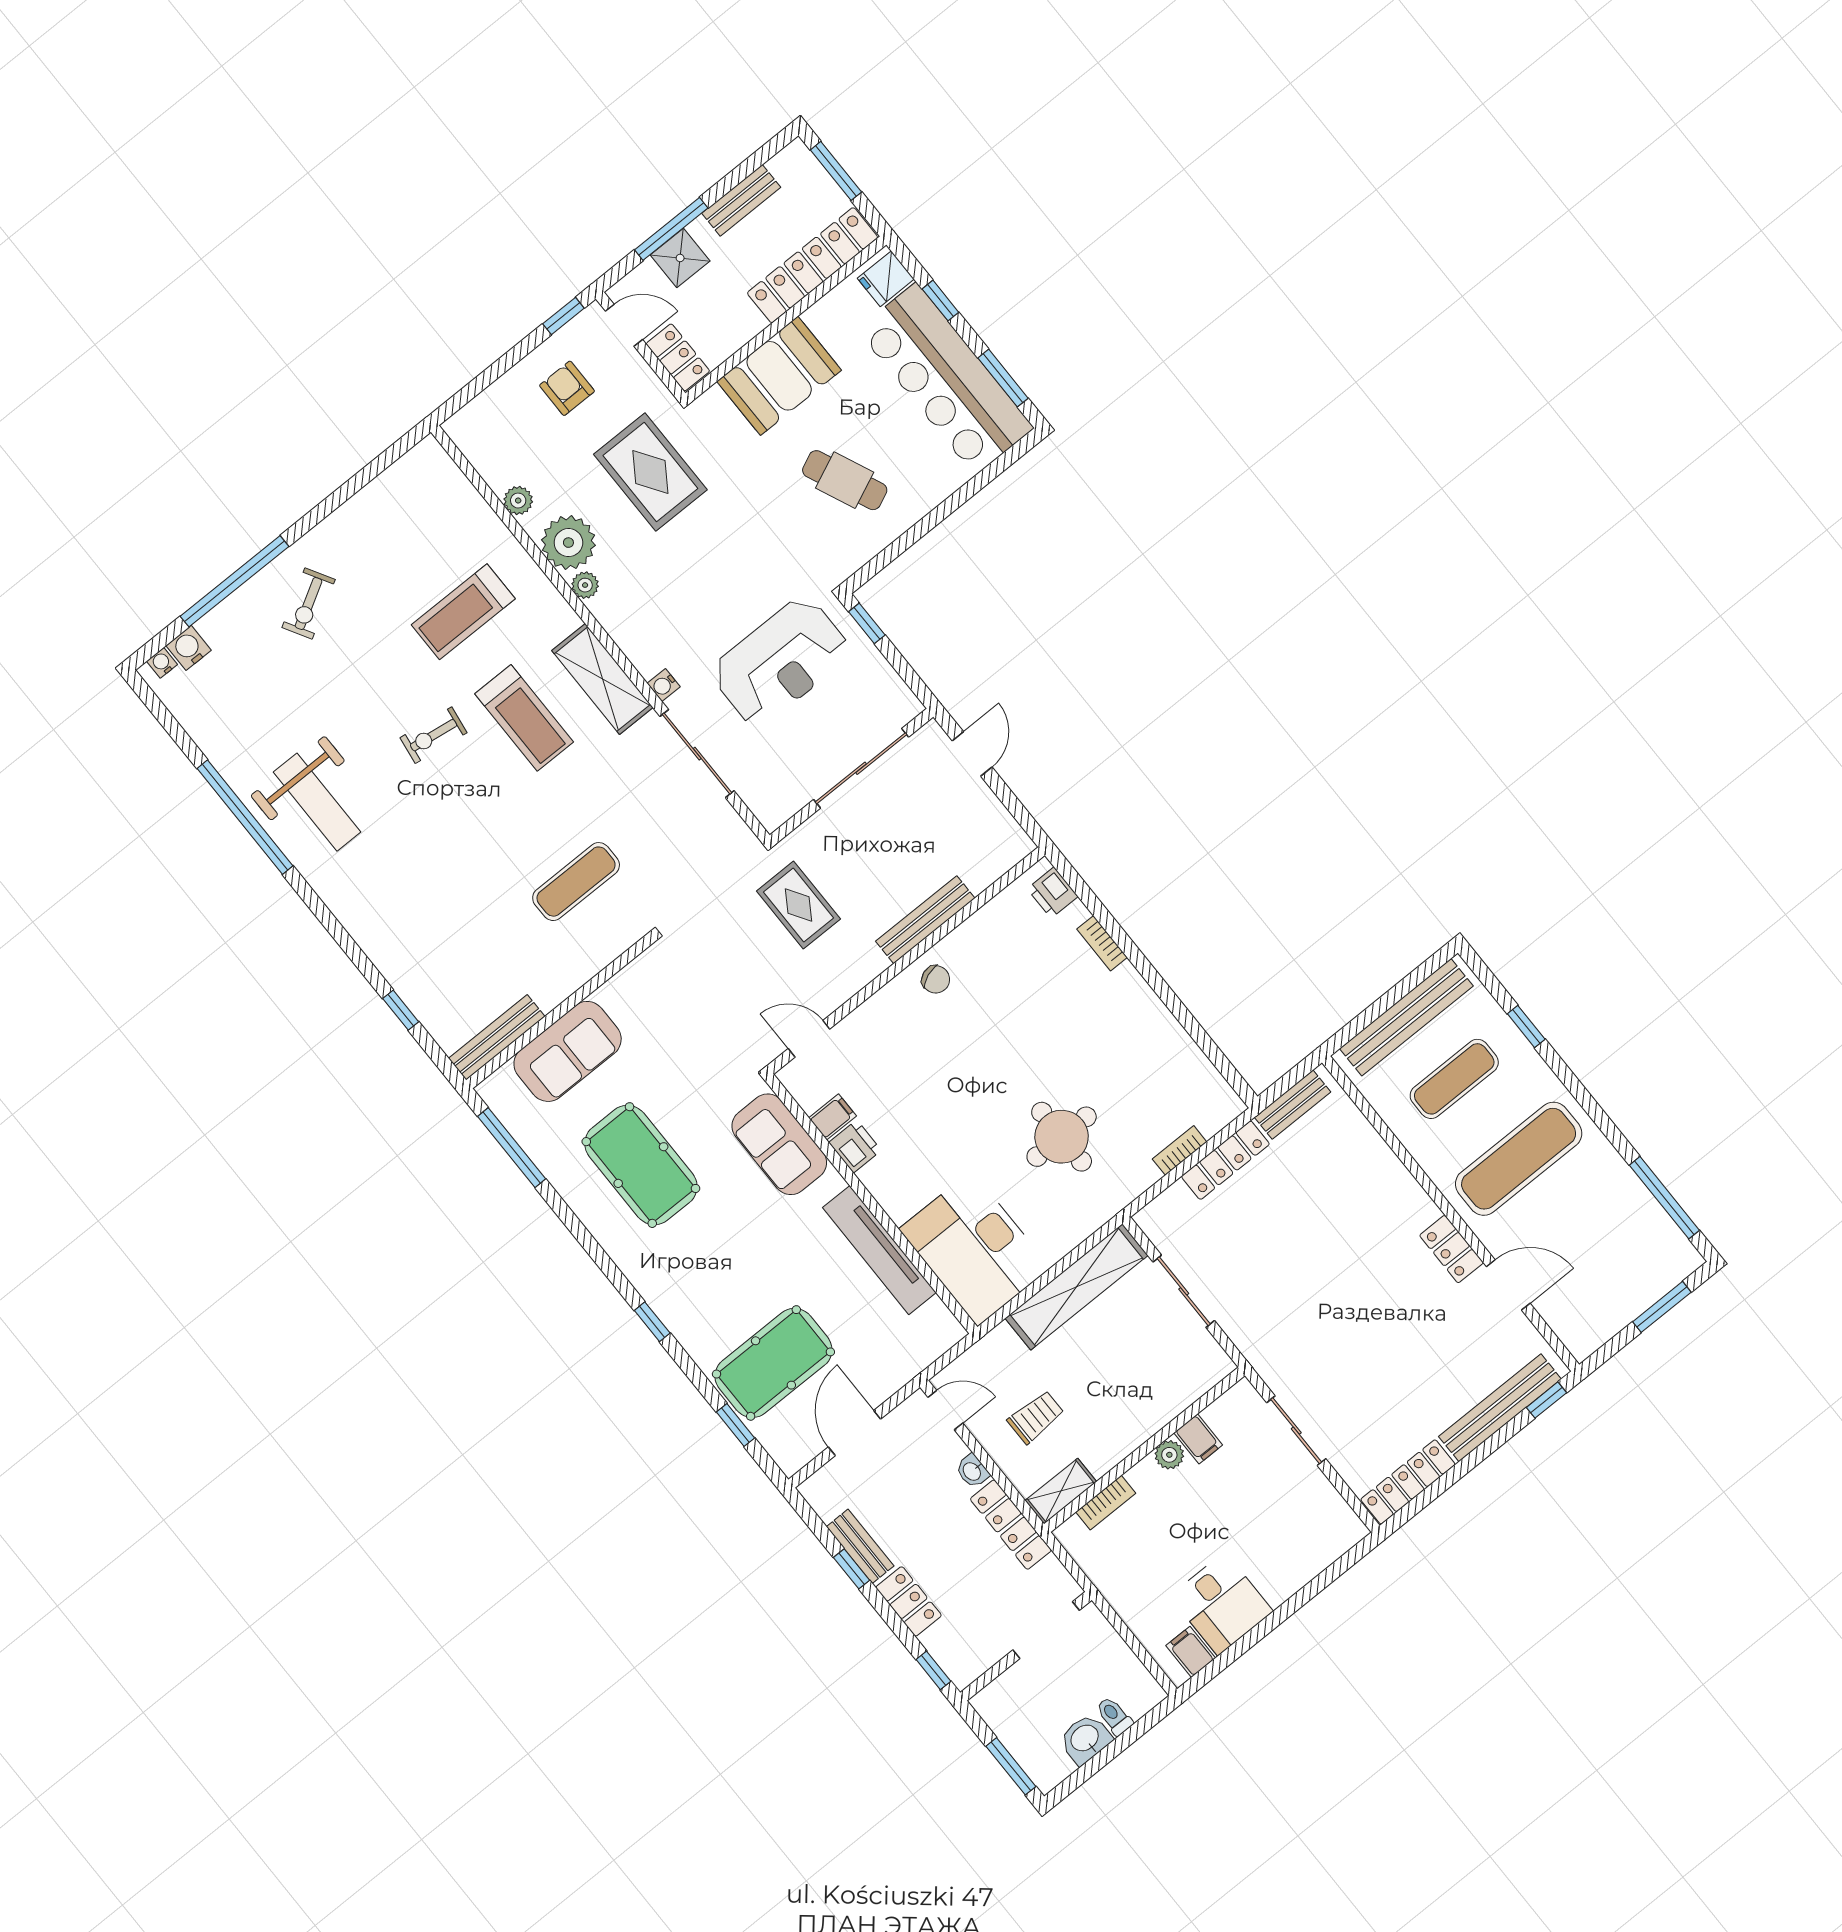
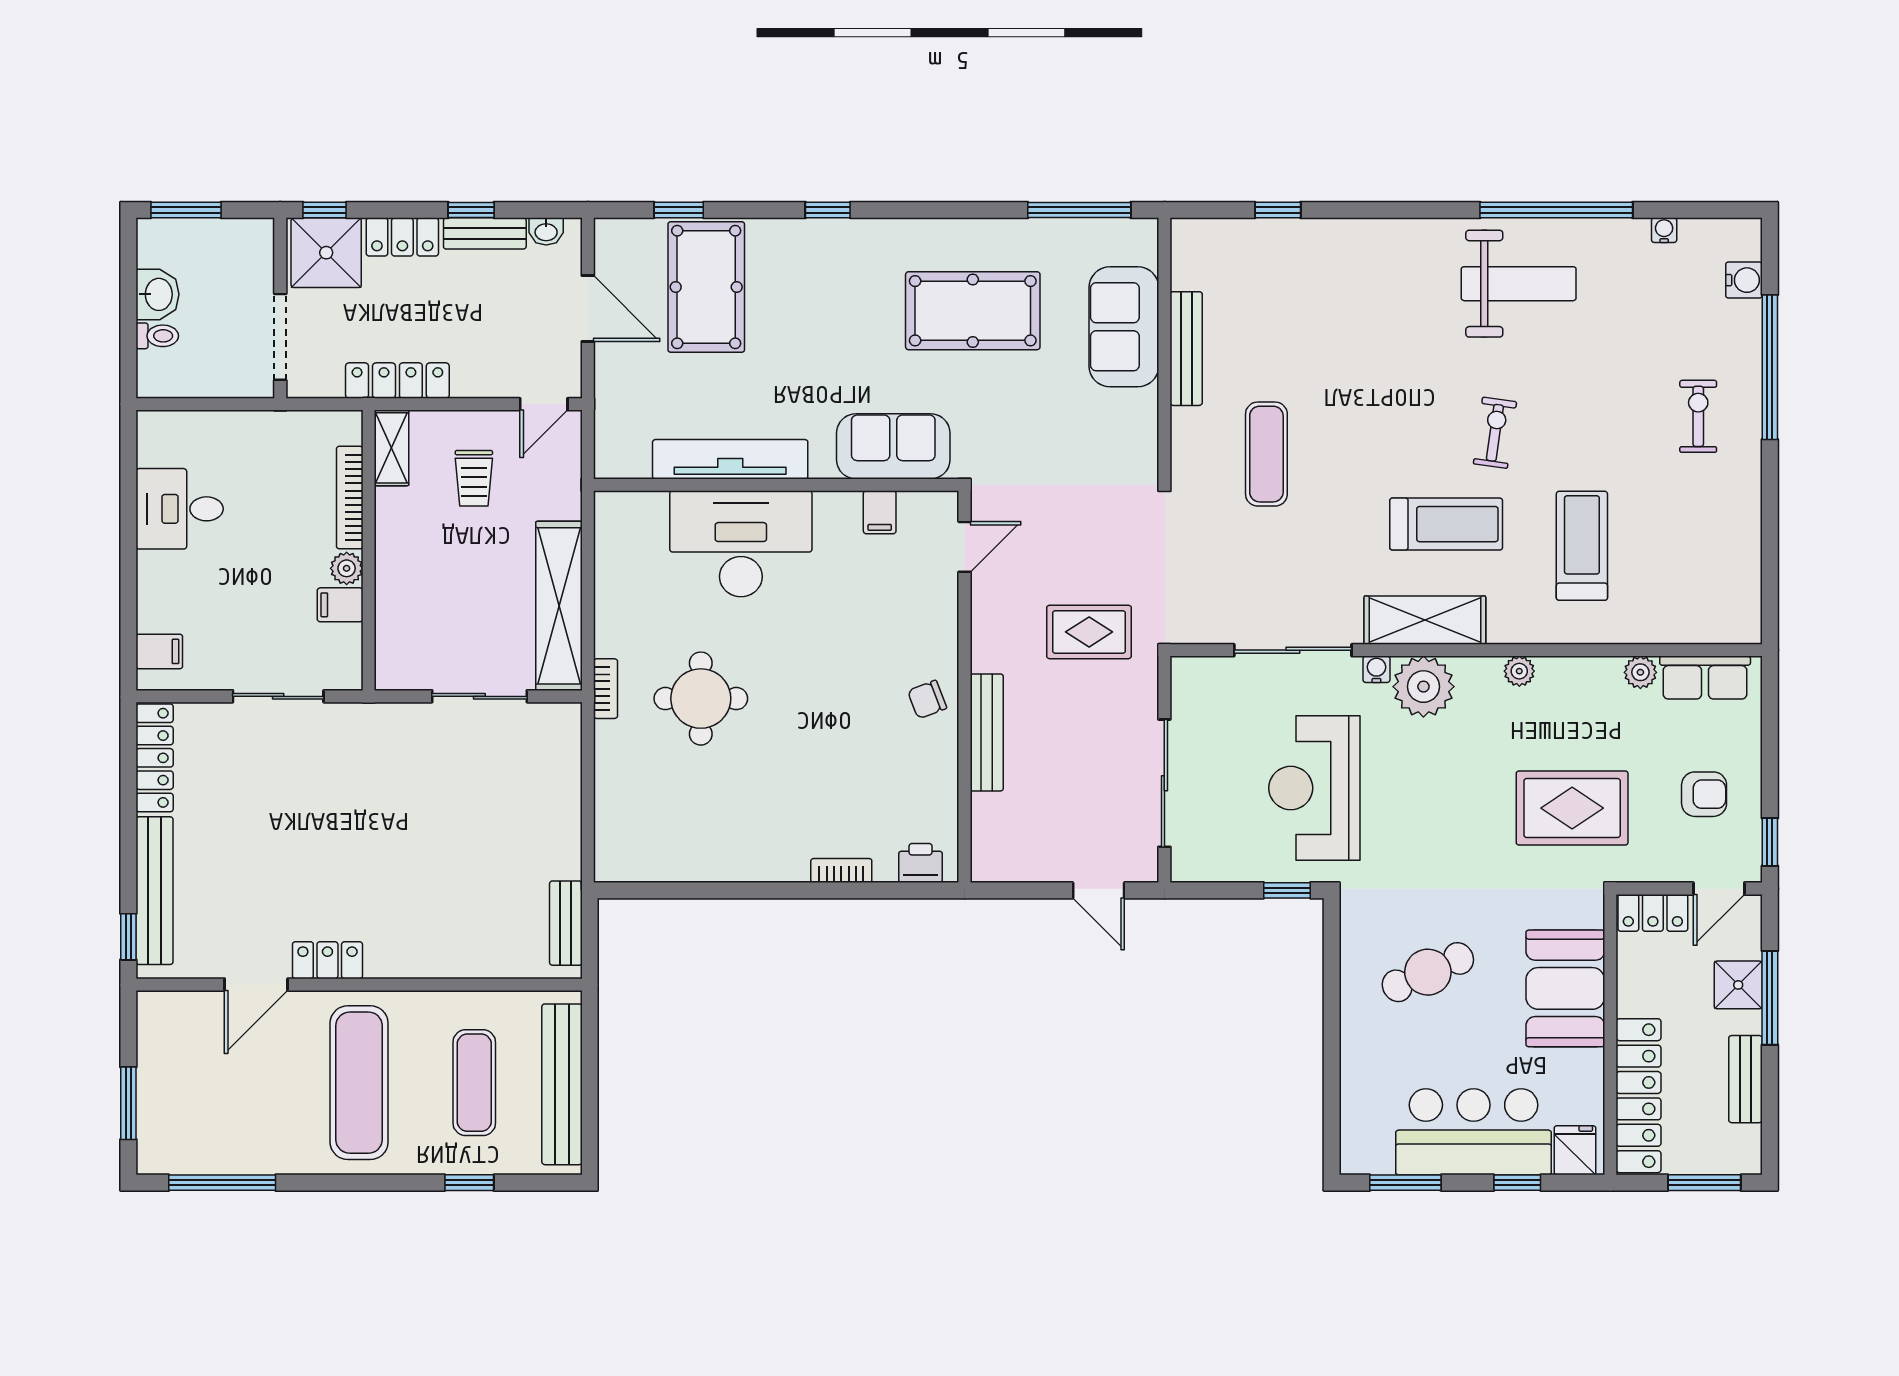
bar counter: (945, 379) -> (1474, 1132), width x0.73
row of seats: (486, 453) -> (1705, 678), added
plant: (568, 543) -> (1423, 687), moved
exercise bike: (309, 603) -> (1698, 416), turned 30
water cooler: (162, 663) -> (1664, 230), moved, turned -90
treadmill: (524, 718) -> (1446, 524), turned 180
weight bench: (317, 802) -> (1519, 284), turned 180
bench: (497, 1037) -> (1186, 349), moved
printer: (855, 1146) -> (838, 511), removed
bookcase: (1180, 1150) -> (605, 689), moved
locker: (1225, 1160) -> (565, 825), removed
desk: (975, 1248) -> (741, 544), moved
washbasin: (972, 1471) -> (546, 231), moved, turned 180
bookcase: (1106, 1503) -> (350, 498), width x1.56
shower: (962, 1645) -> (326, 253), added
filing cabinet: (1191, 1652) -> (159, 651), moved

